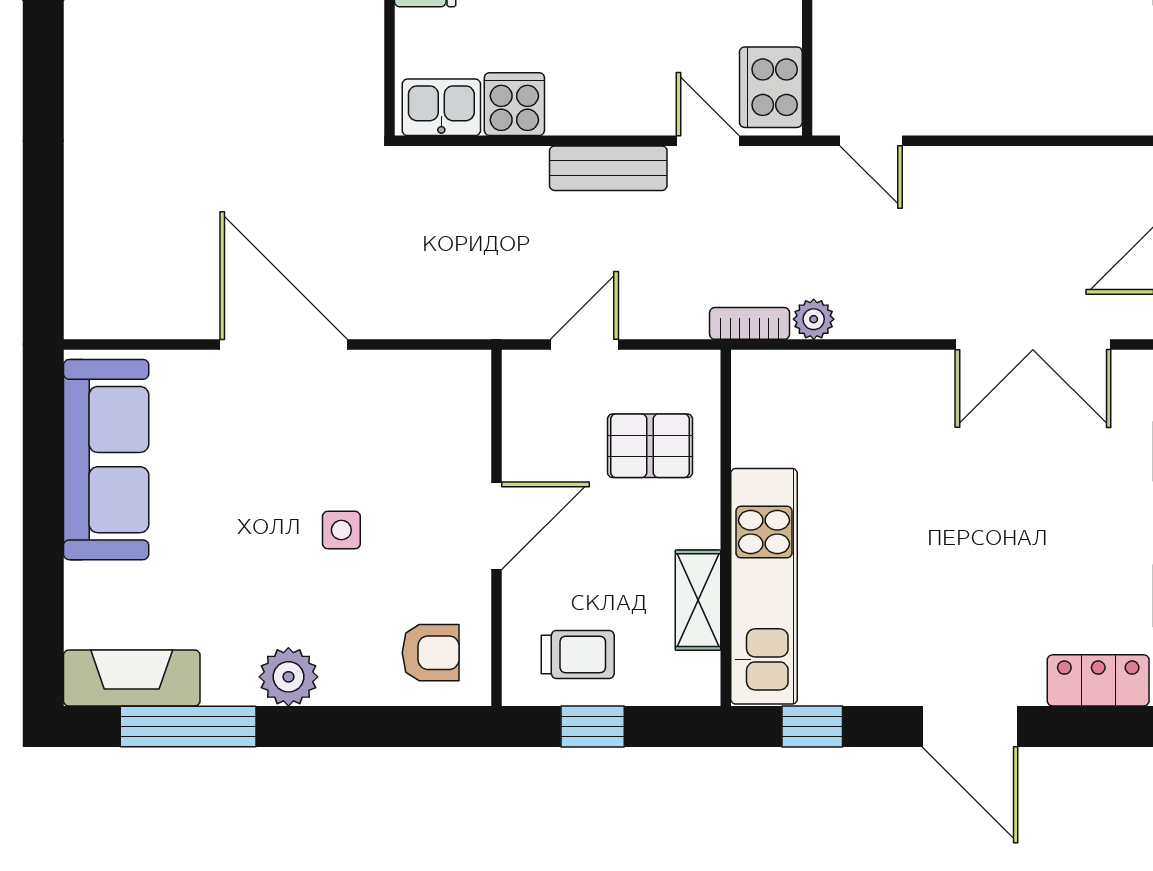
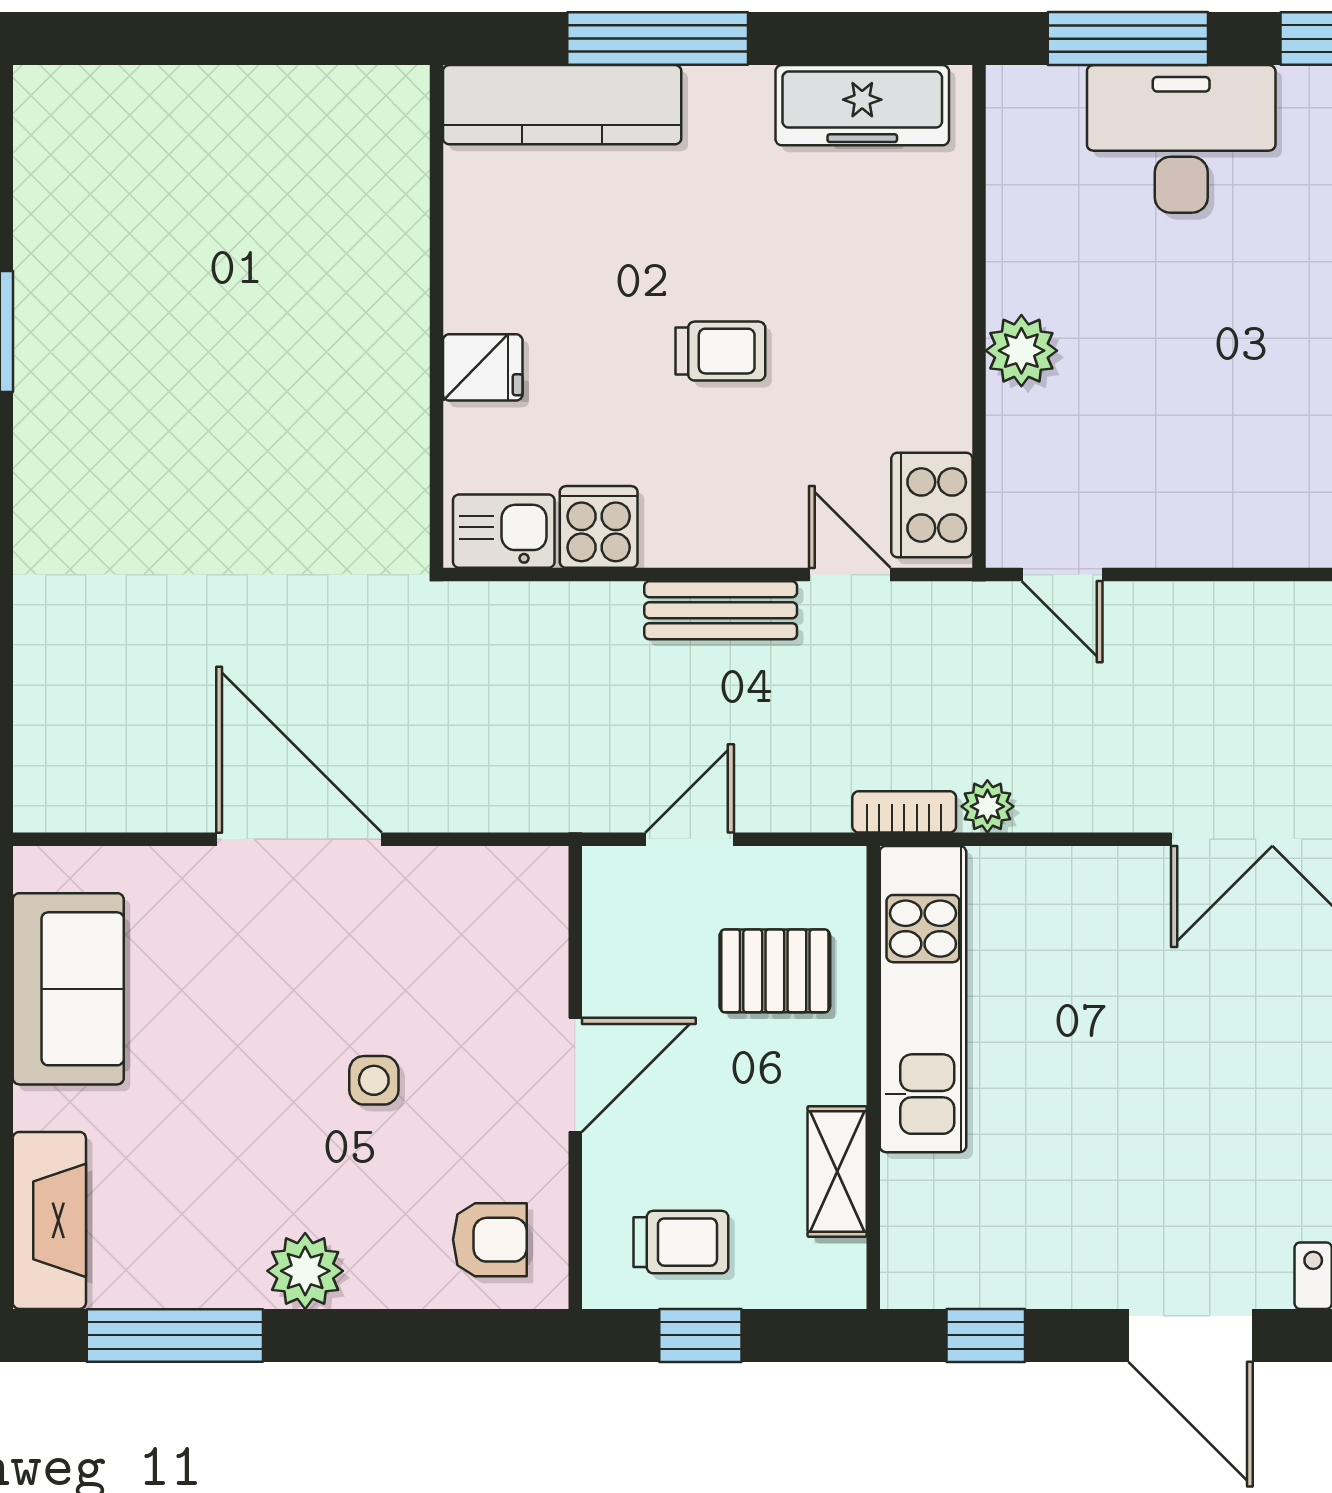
sofa: (106, 460) -> (68, 989), width x0.73
kitchen unit: (764, 586) -> (923, 999), moved
fireplace: (132, 678) -> (49, 1220), moved, turned 90

